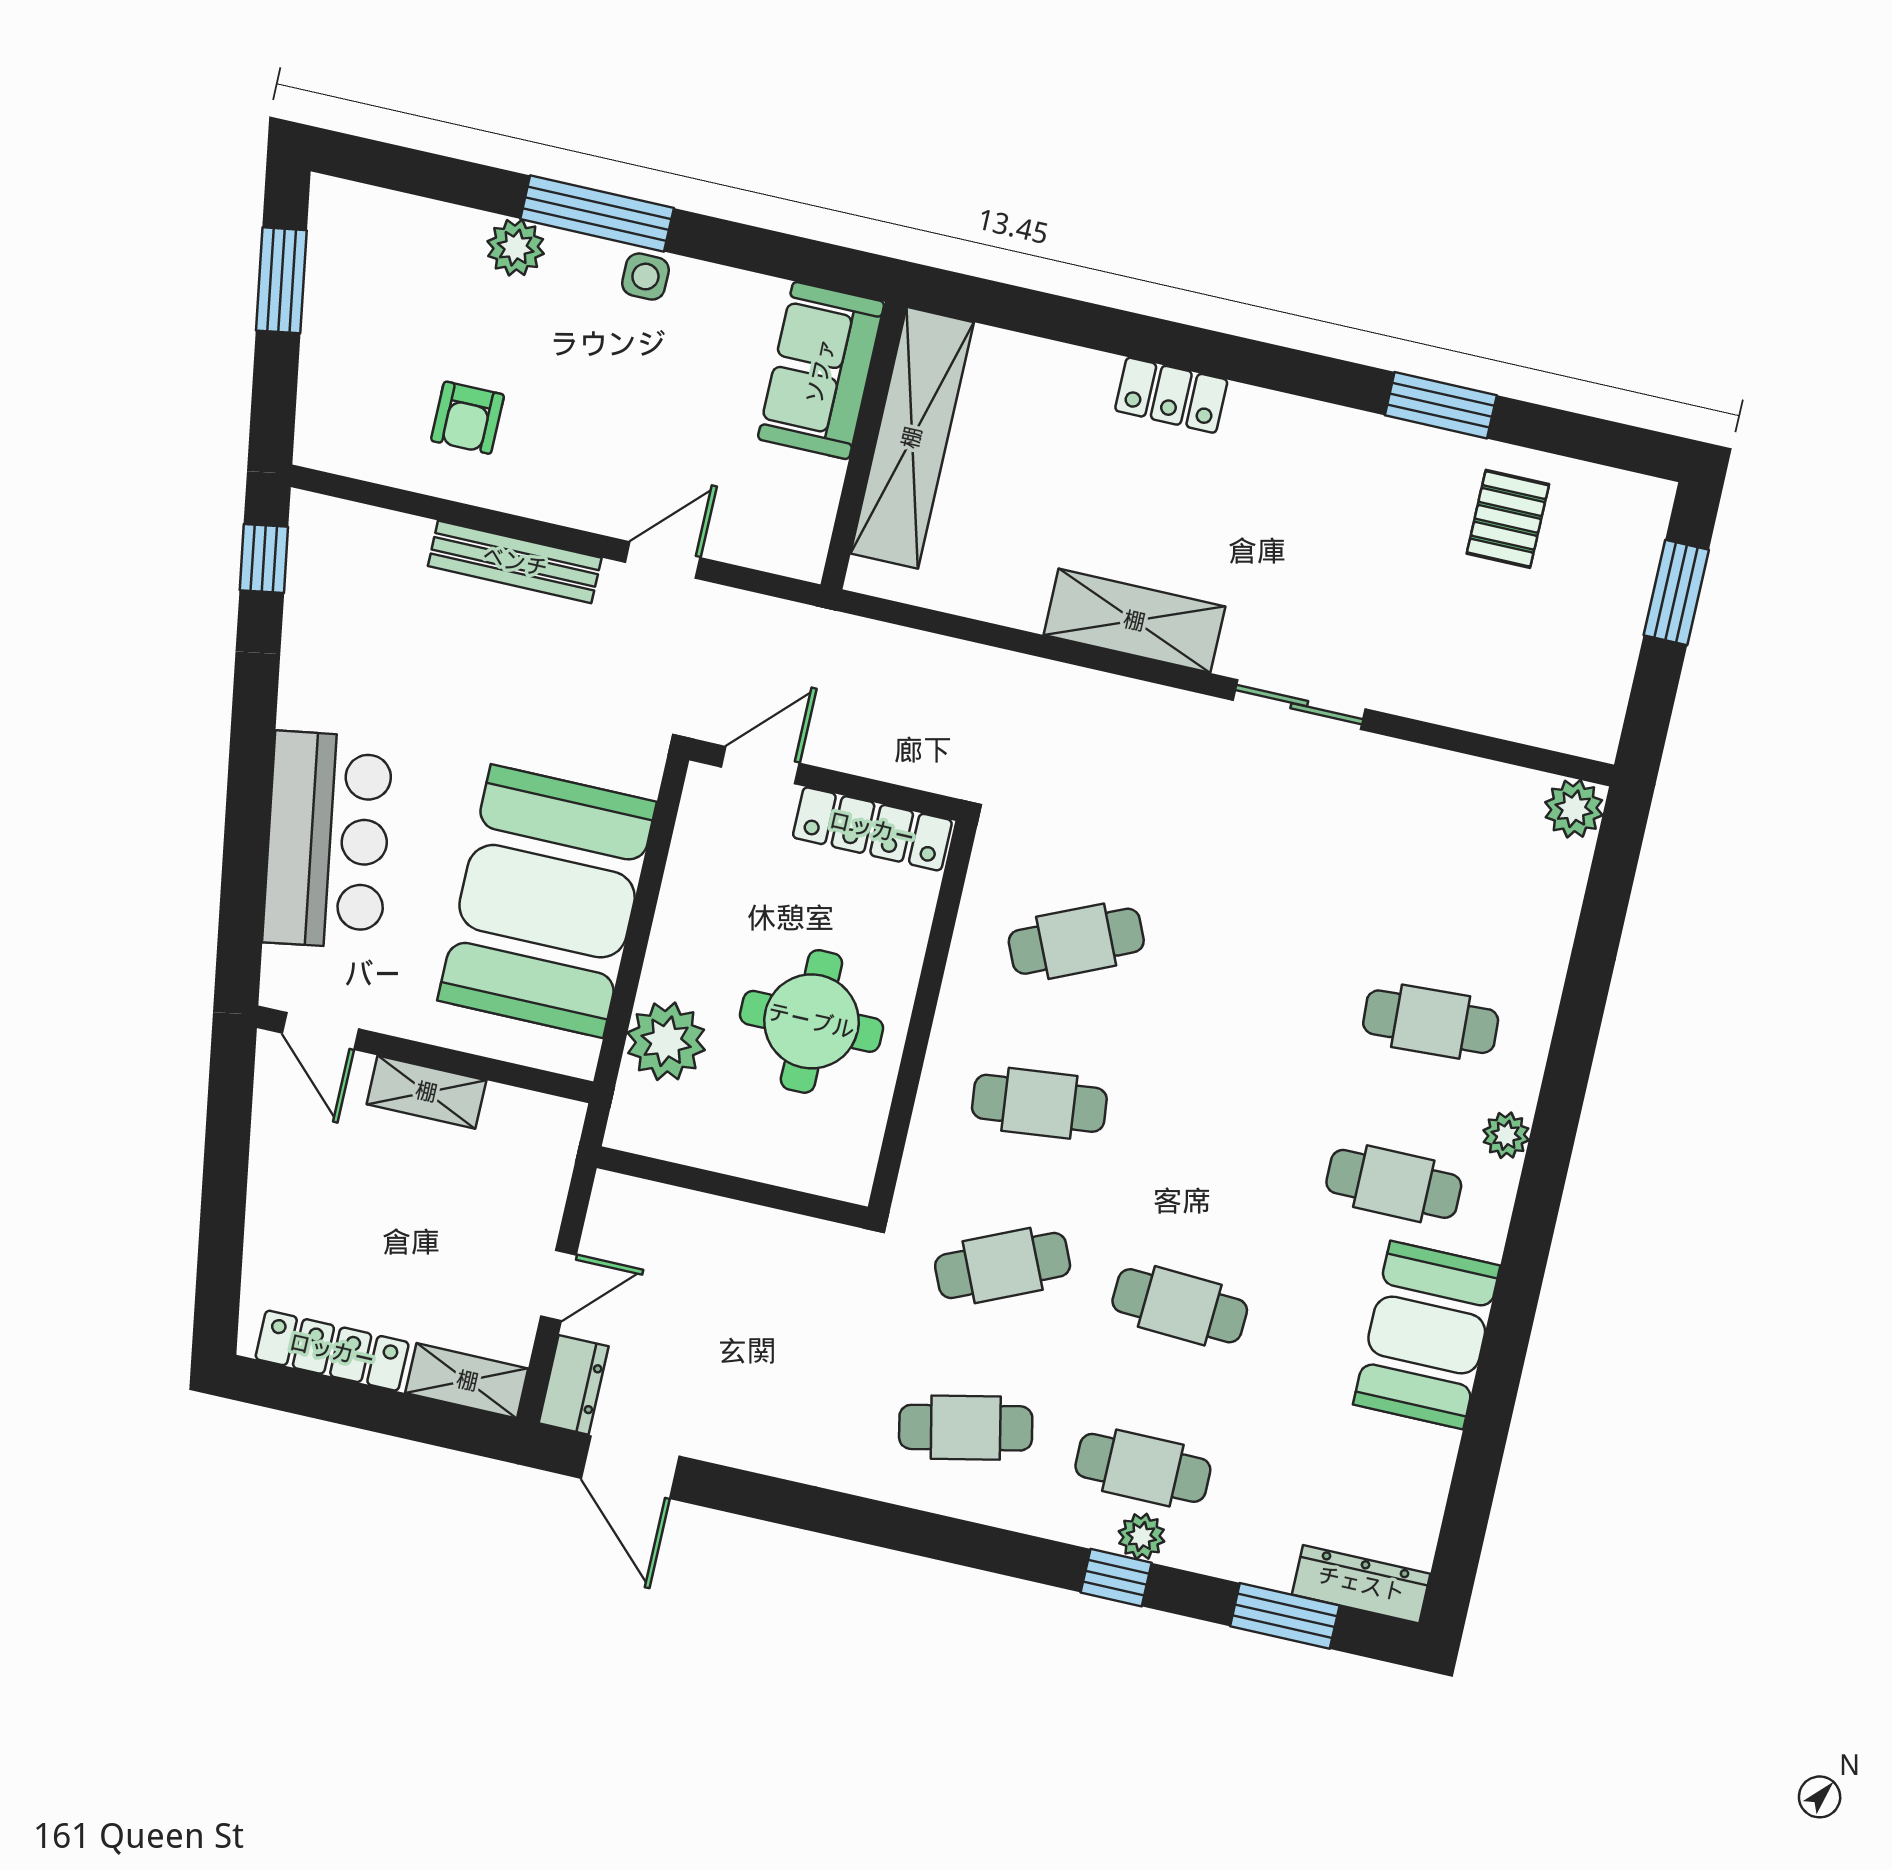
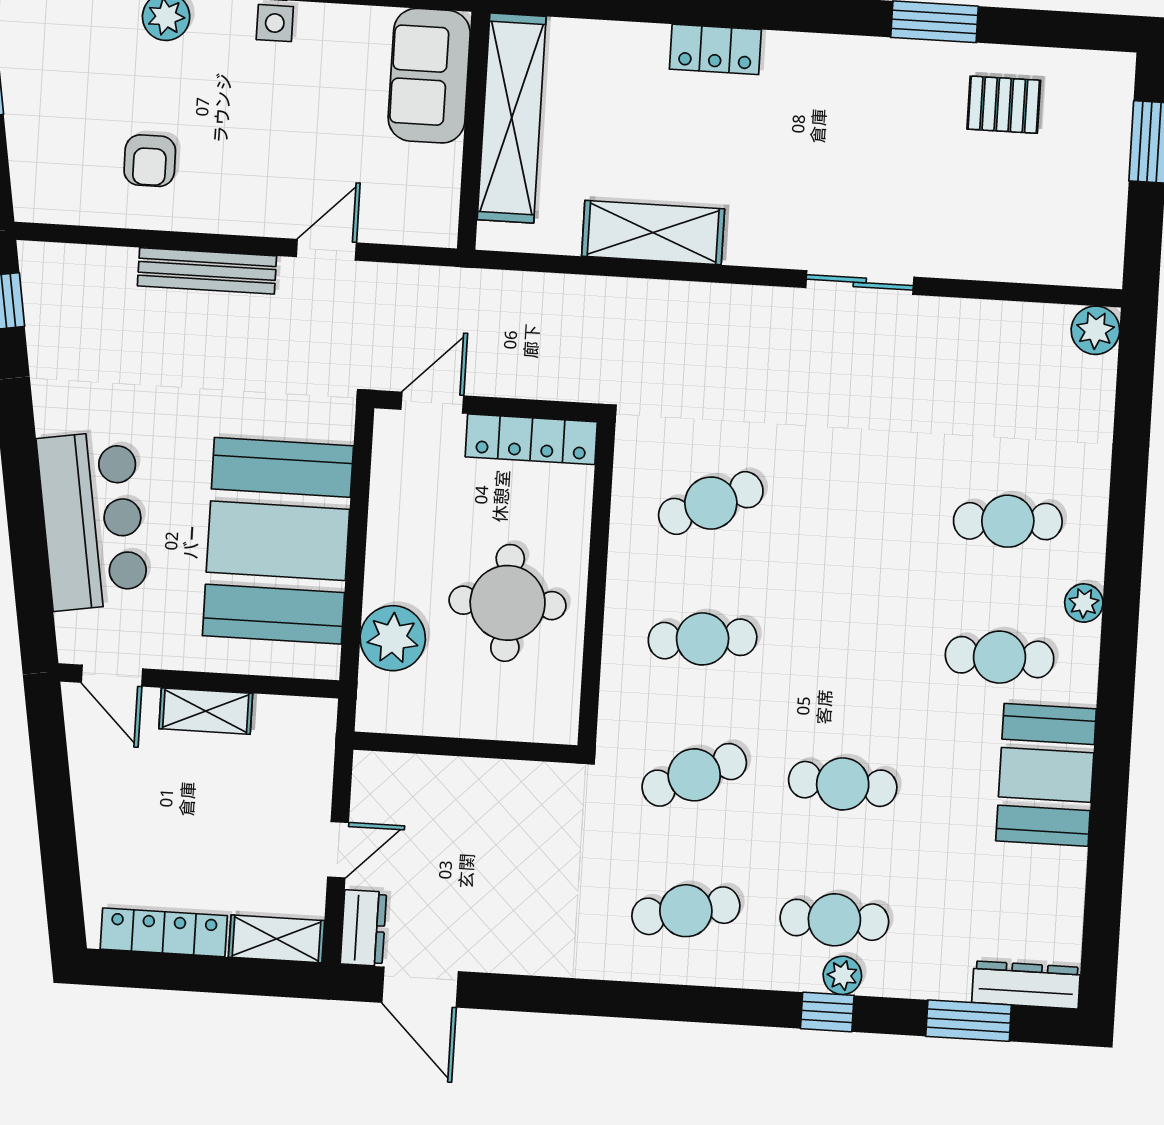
pallet: (1508, 519) -> (1004, 105), turned 90
shelving: (1134, 621) -> (653, 233), moved

